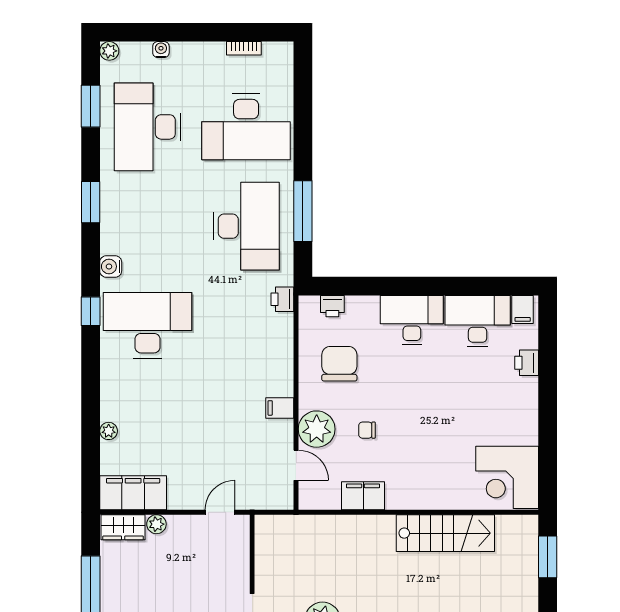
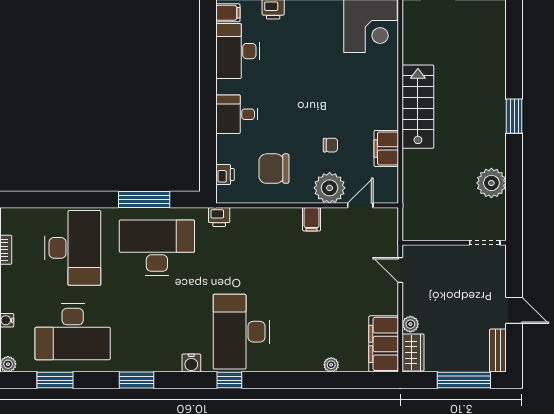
desk: (412, 320) -> (237, 114), width x0.73
chair: (367, 430) -> (330, 145), turned -90
stairs: (445, 533) -> (418, 107), moved

